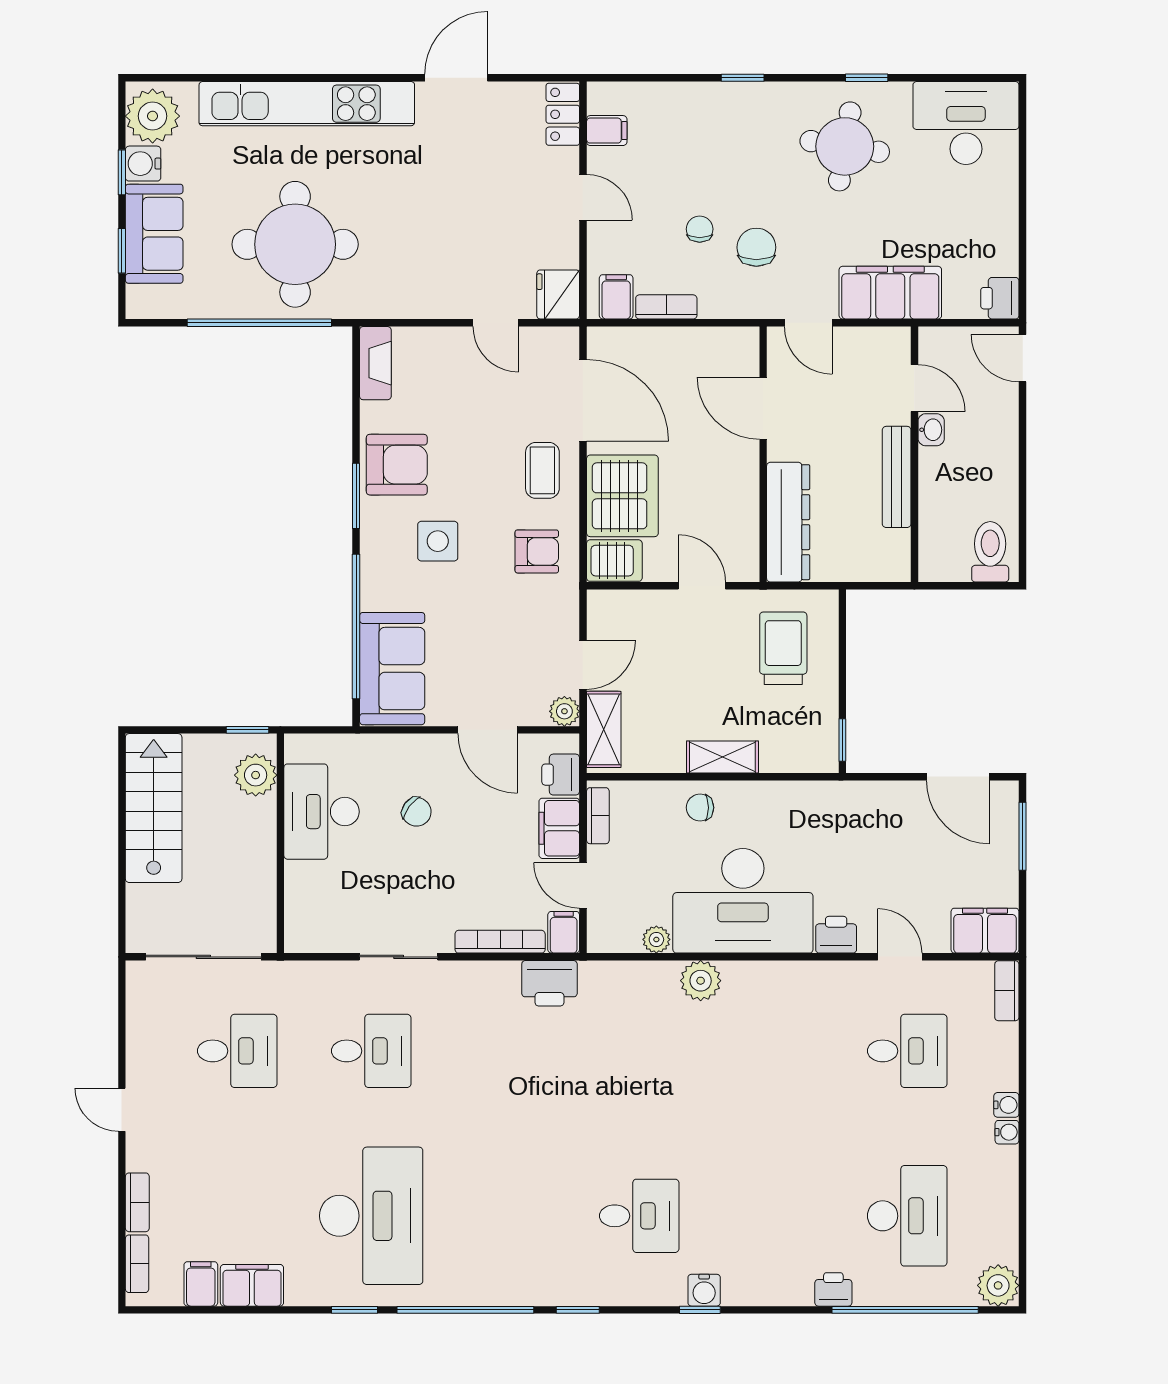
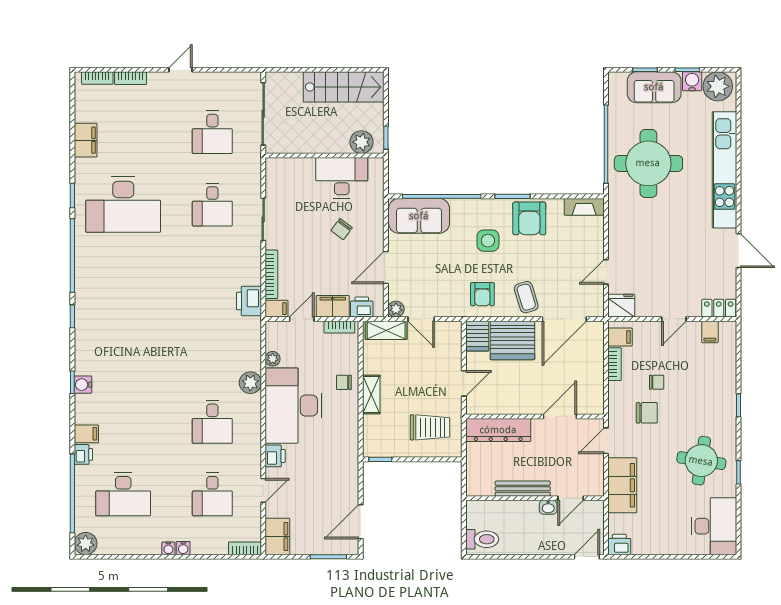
coffee table: (542, 470) -> (526, 297), turned 73
chair: (700, 808) -> (344, 382), turned -90
desk: (639, 1216) -> (212, 422), moved
filing cabinet: (201, 1284) -> (86, 434), moved

